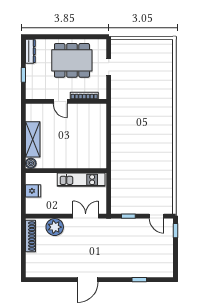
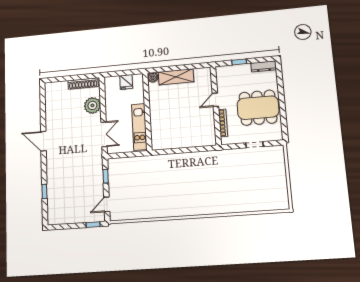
dining table: (72, 60) -> (258, 108), turned 90

